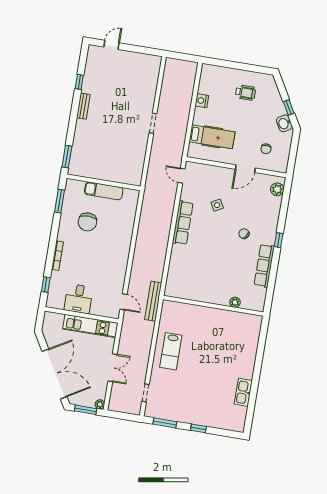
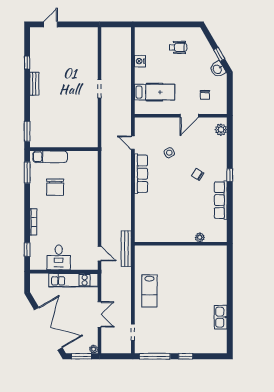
door: (181, 176) -> (133, 143), moved
exam couch: (104, 191) -> (50, 157), moved
window: (165, 423) -> (155, 356), width x1.44

